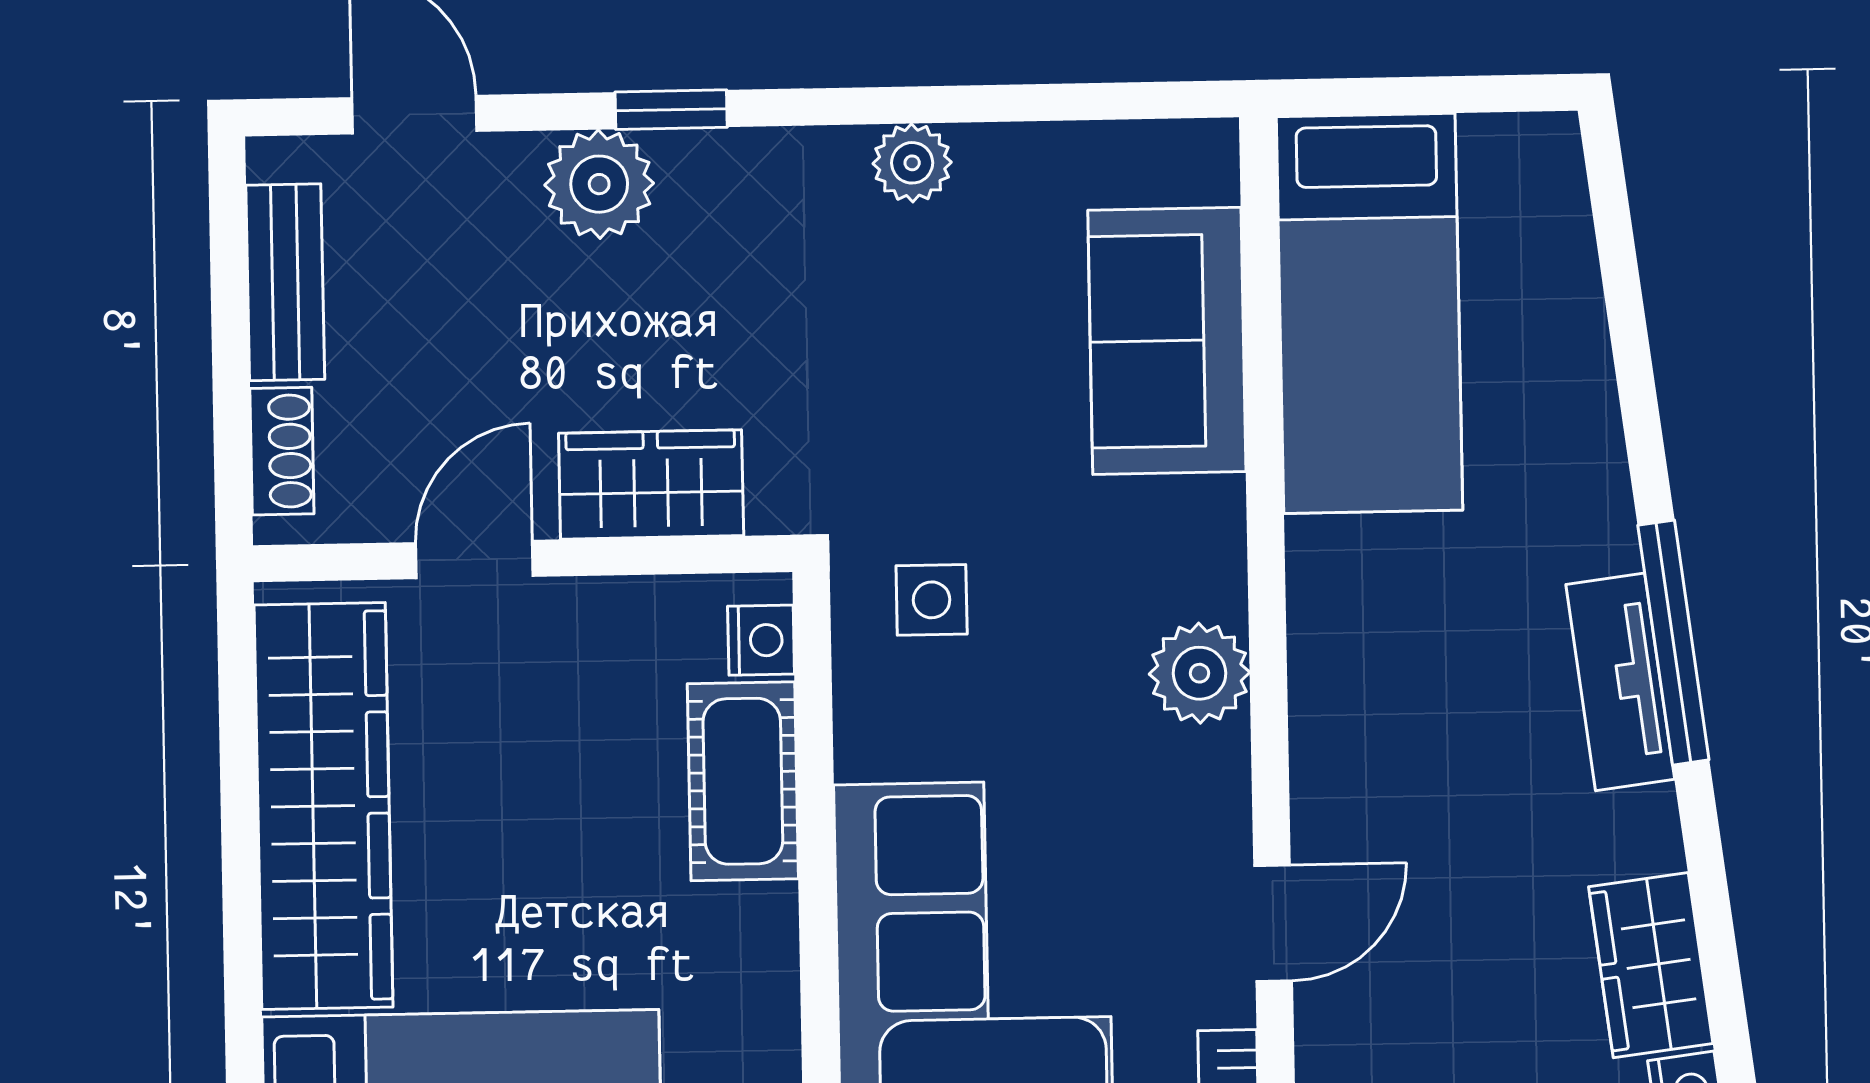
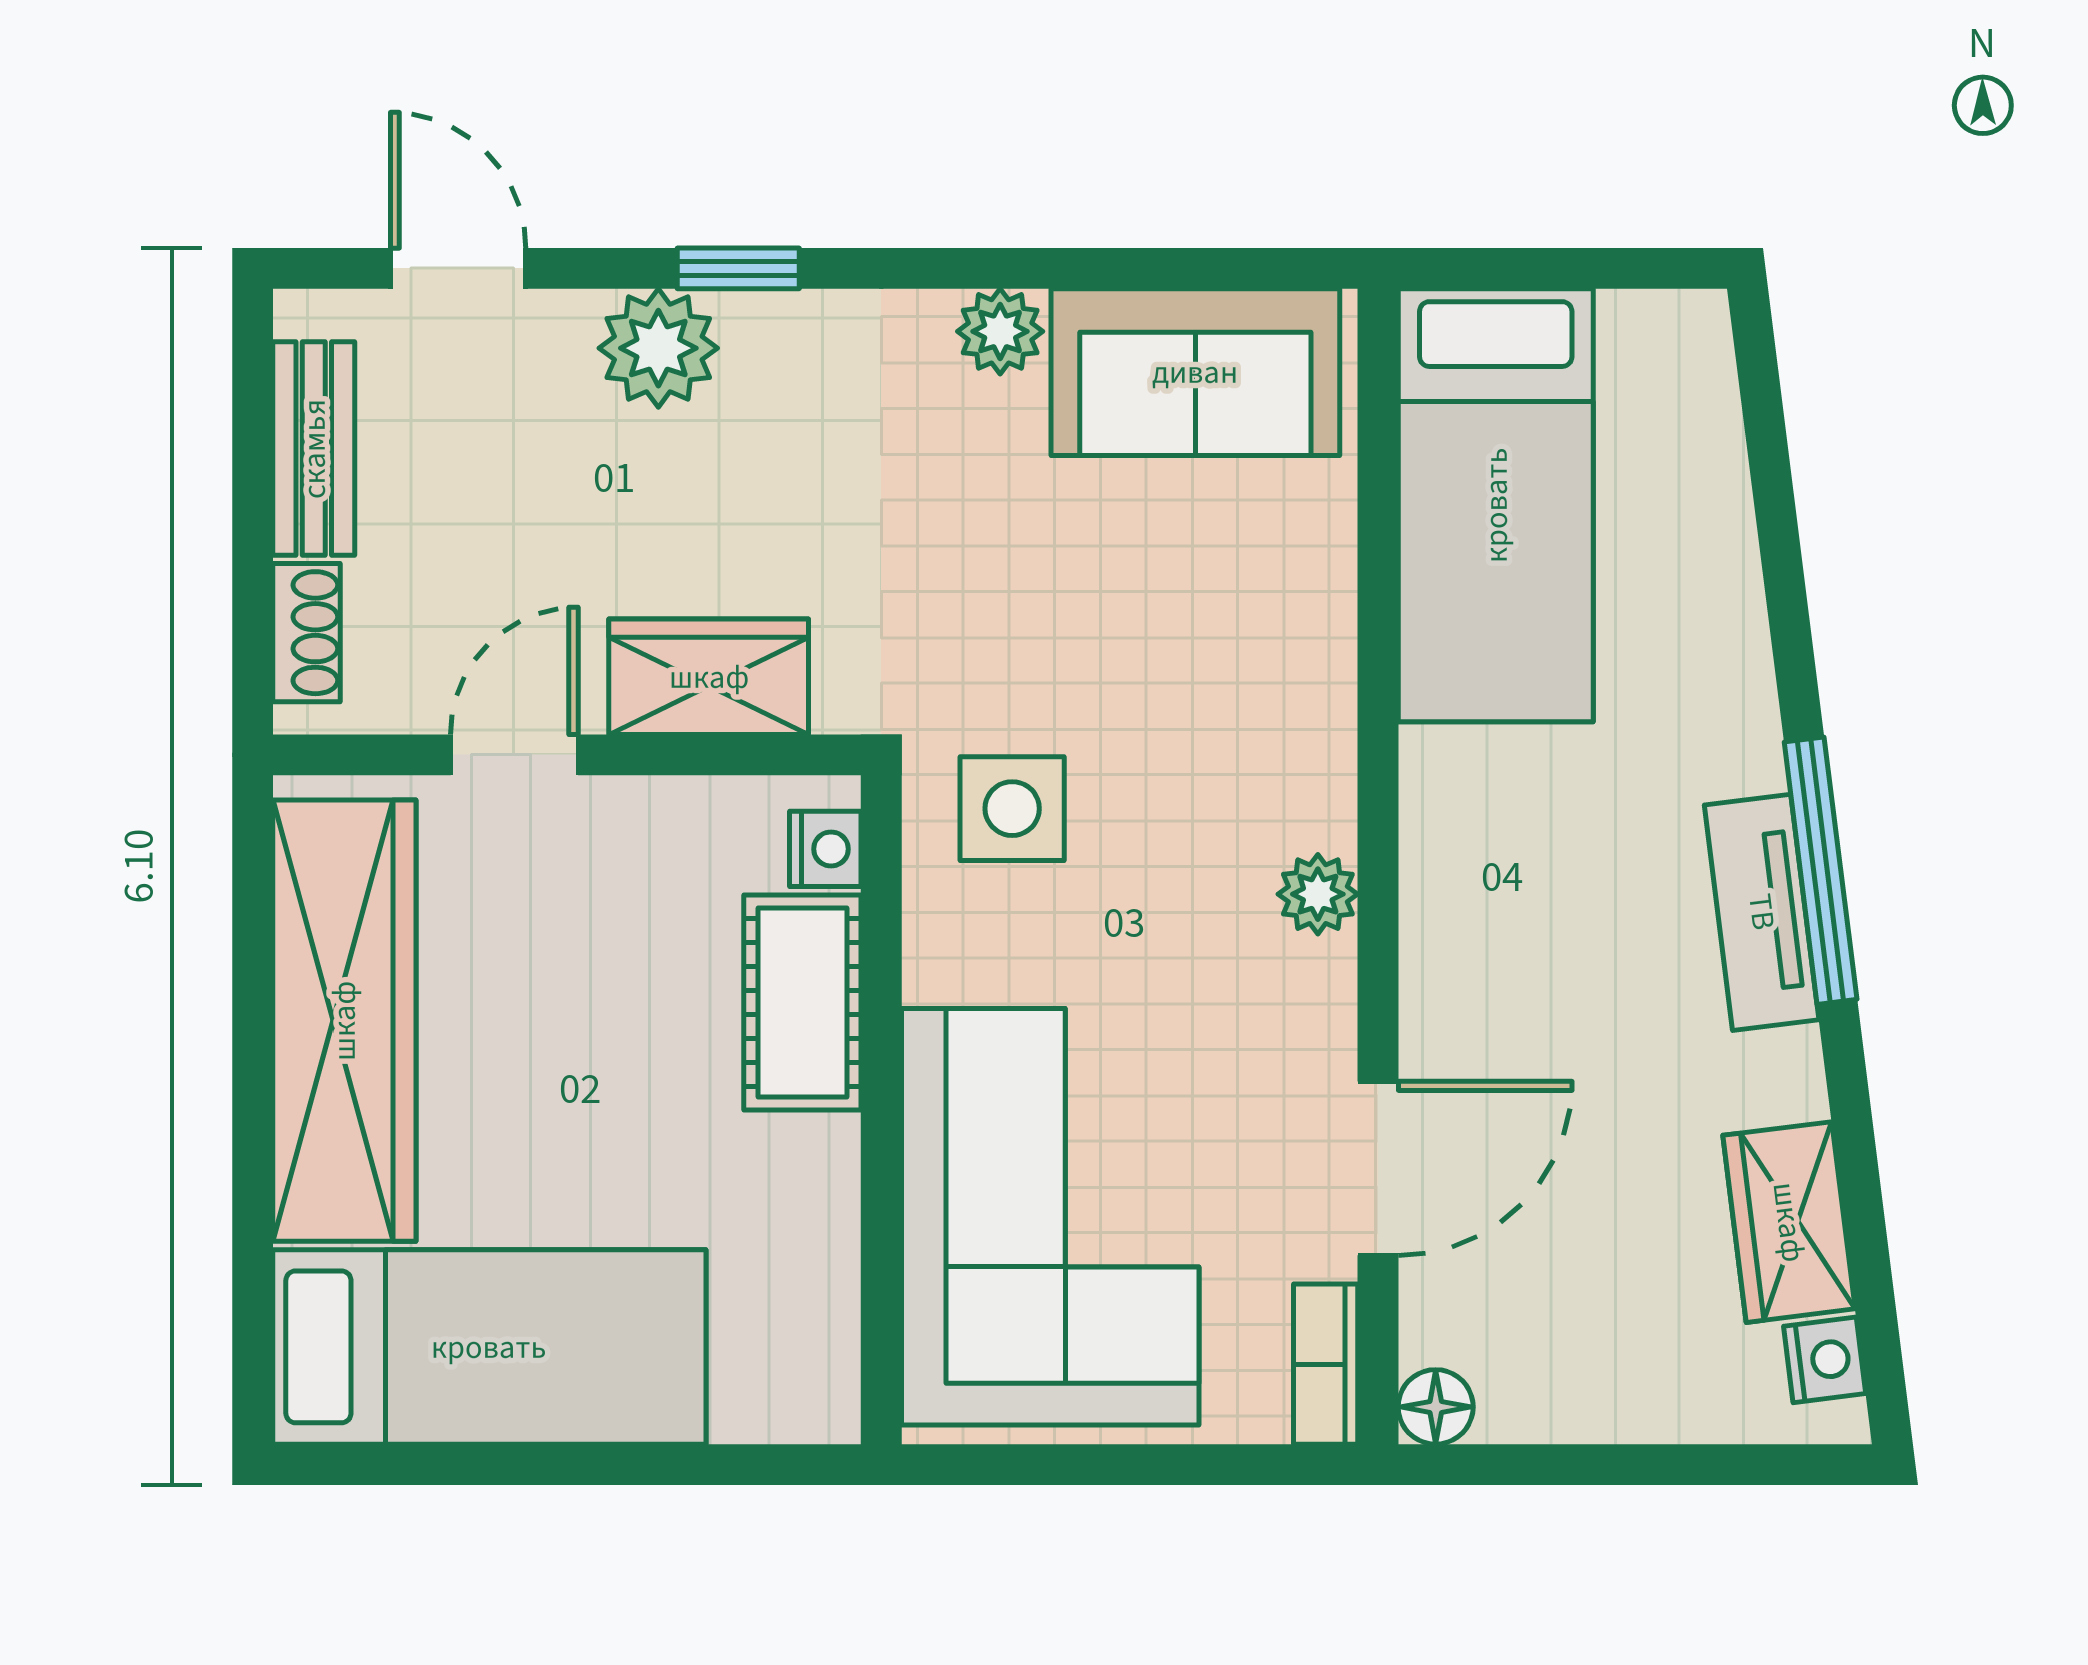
sofa: (1167, 341) -> (1195, 372), moved, turned -90
side table: (932, 600) -> (1012, 809), width x1.37, depth x1.37
plant: (1200, 673) -> (1318, 894), width x0.73, depth x0.73
door: (1273, 923) -> (1378, 1168), width x1.38

